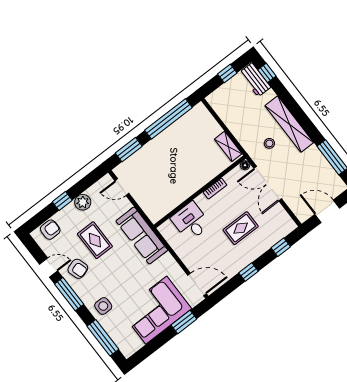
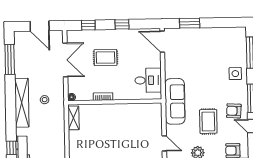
double door: (268, 184) -> (65, 60), moved
desk: (191, 221) -> (148, 80), moved, turned -90
armchair: (78, 269) -> (234, 111), turned -69
corner sofa: (156, 310) -> (202, 45), removed

